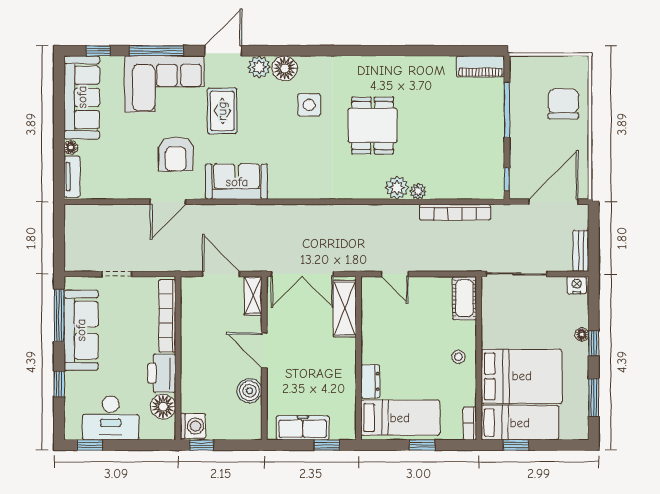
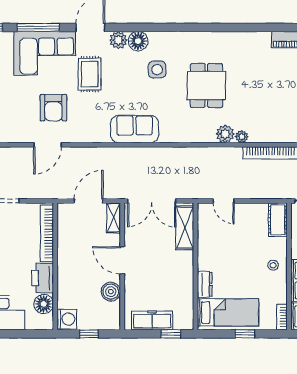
sofa: (237, 182) -> (135, 129), moved
door: (221, 274) -> (89, 201), hinge flipped
window: (202, 445) -> (89, 334), moved

